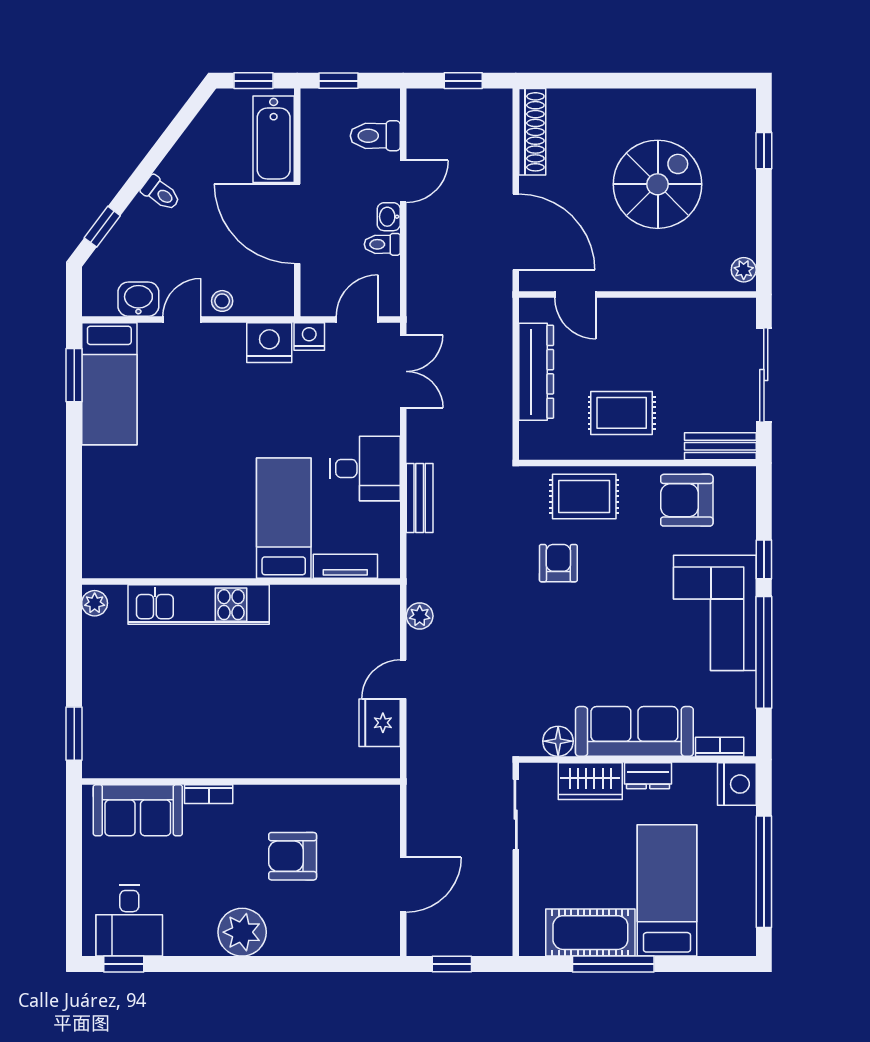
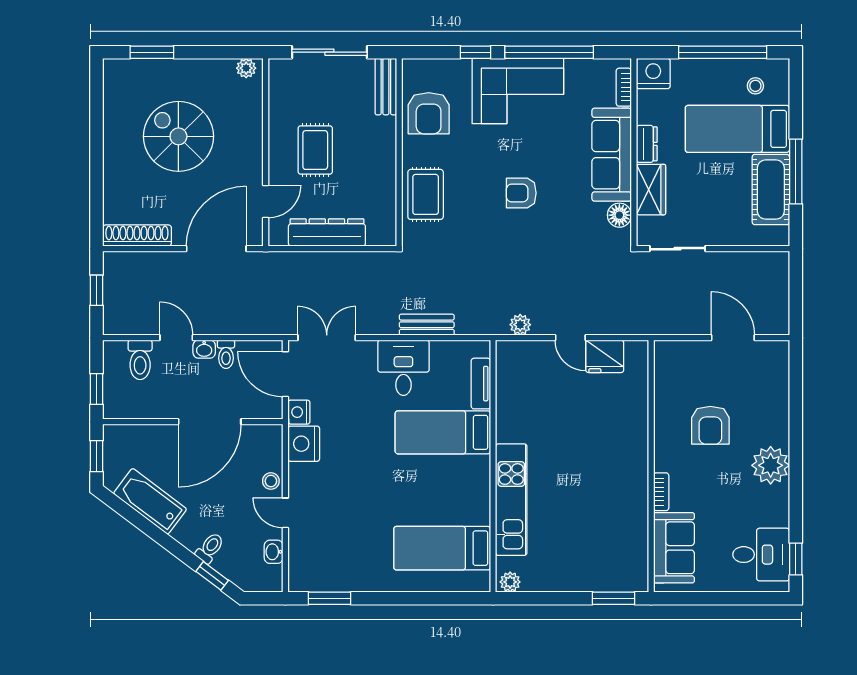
bathtub: (274, 139) -> (150, 501), moved, turned -143
window: (764, 151) -> (152, 52), width x1.50
toilet: (161, 193) -> (210, 548), moved
washbasin: (138, 299) -> (274, 552), width x0.72, depth x0.69
door: (357, 319) -> (285, 374), width x1.37
bed: (109, 384) -> (442, 548), moved, turned 180
rug: (622, 413) -> (315, 150), moved
armchair: (558, 563) -> (521, 193), moved
stool: (721, 913) -> (755, 86), added
window: (452, 964) -> (796, 299), removed

